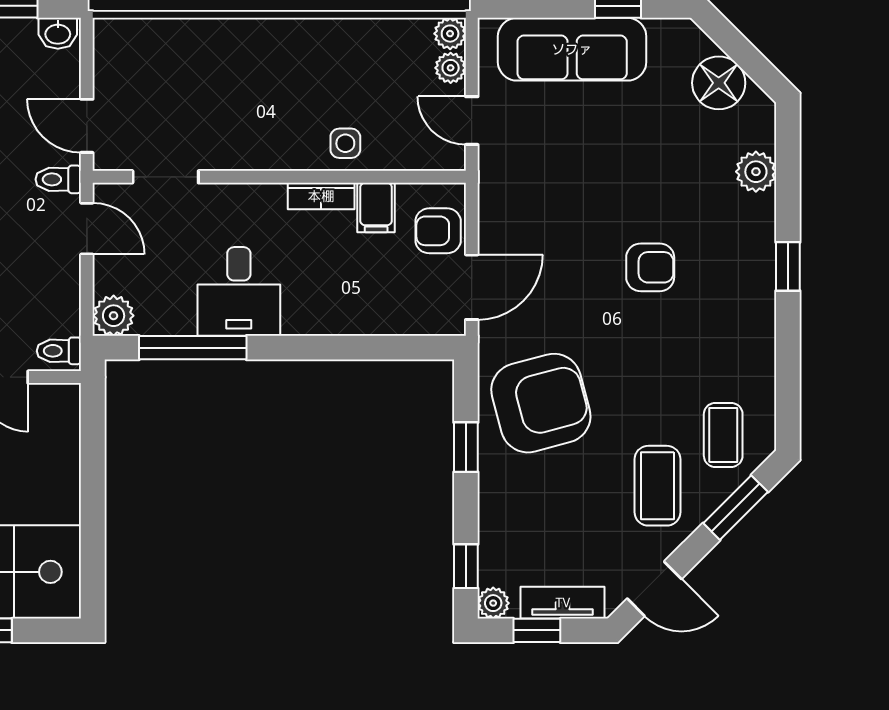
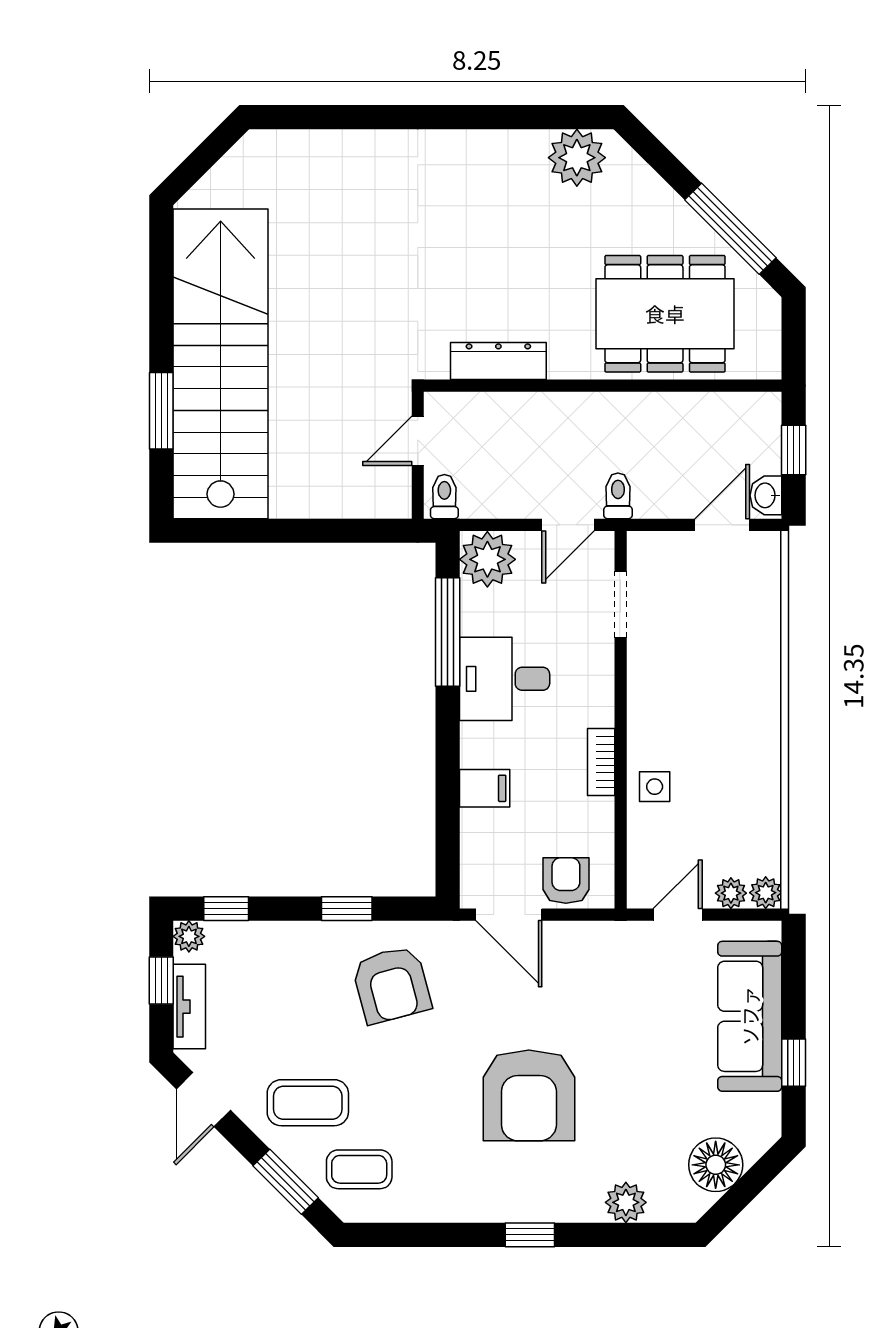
door: (87, 126) -> (722, 525), moved
filing cabinet: (376, 207) -> (485, 788), moved, turned 180
armchair: (650, 267) -> (529, 1095), width x1.88, depth x1.88
plant: (114, 316) -> (487, 559), width x1.36, depth x1.36
armchair: (541, 403) -> (391, 985), width x0.73, depth x0.73

